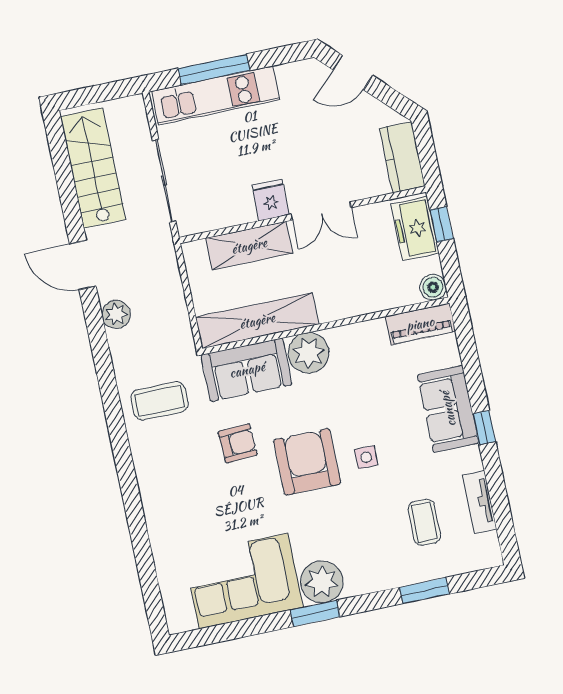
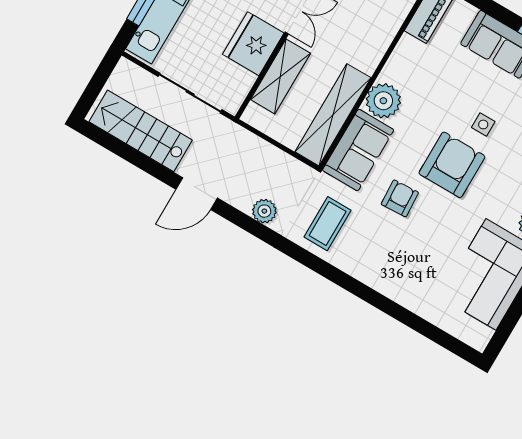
fridge: (270, 200) -> (253, 44), width x1.88, depth x1.34
plant: (116, 314) -> (264, 211), moved
armchair: (307, 462) -> (452, 165), turned 90

